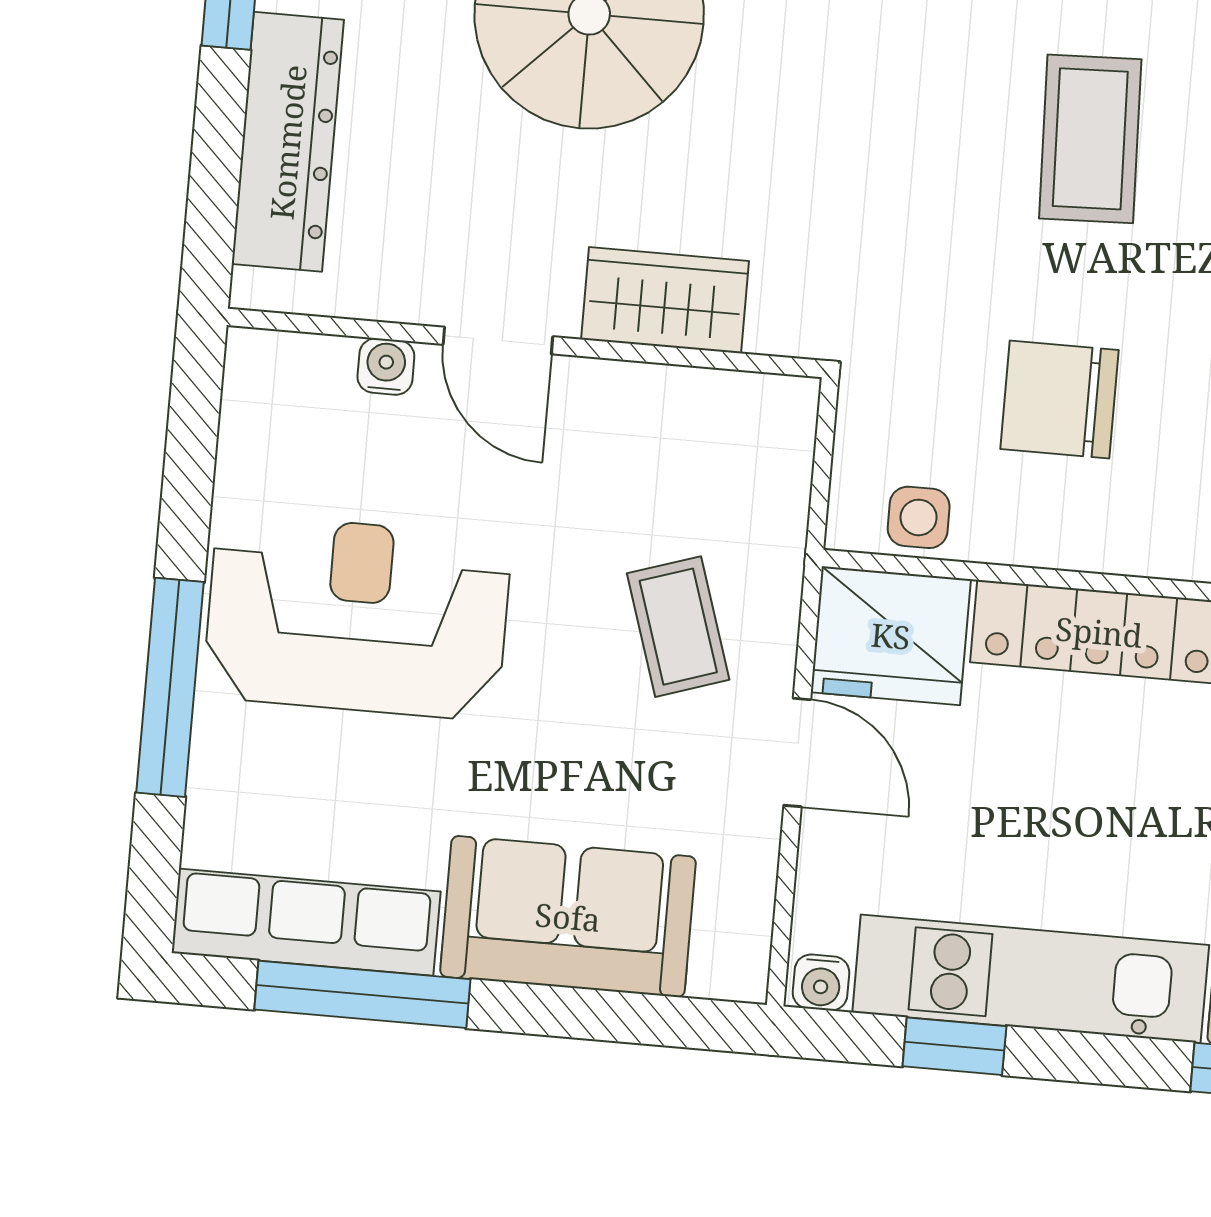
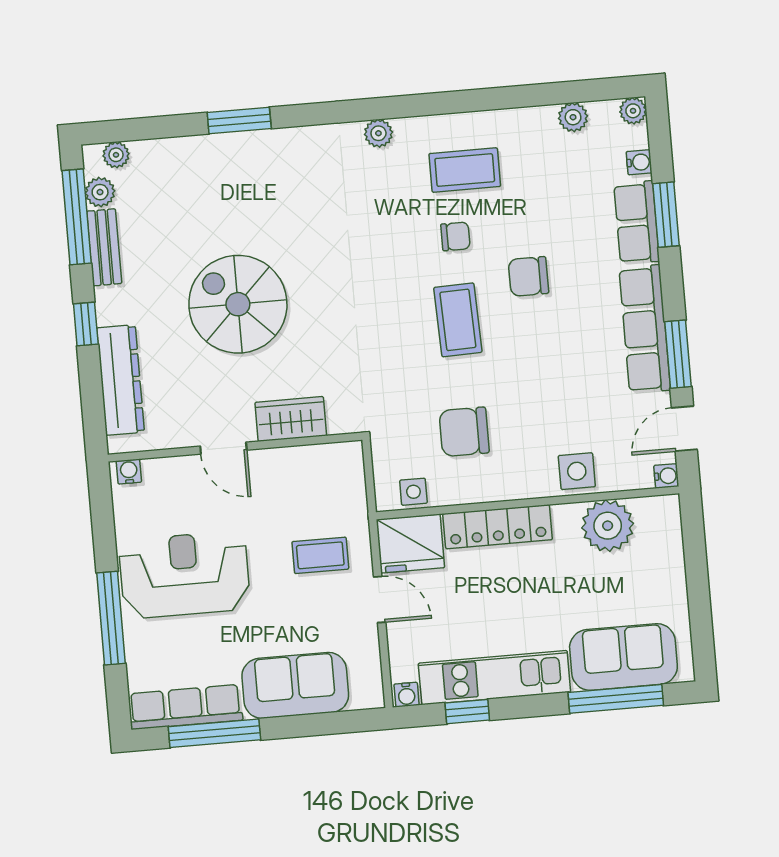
water cooler: (386, 367) -> (129, 472), moved
coffee table: (678, 627) -> (320, 555), turned -72

